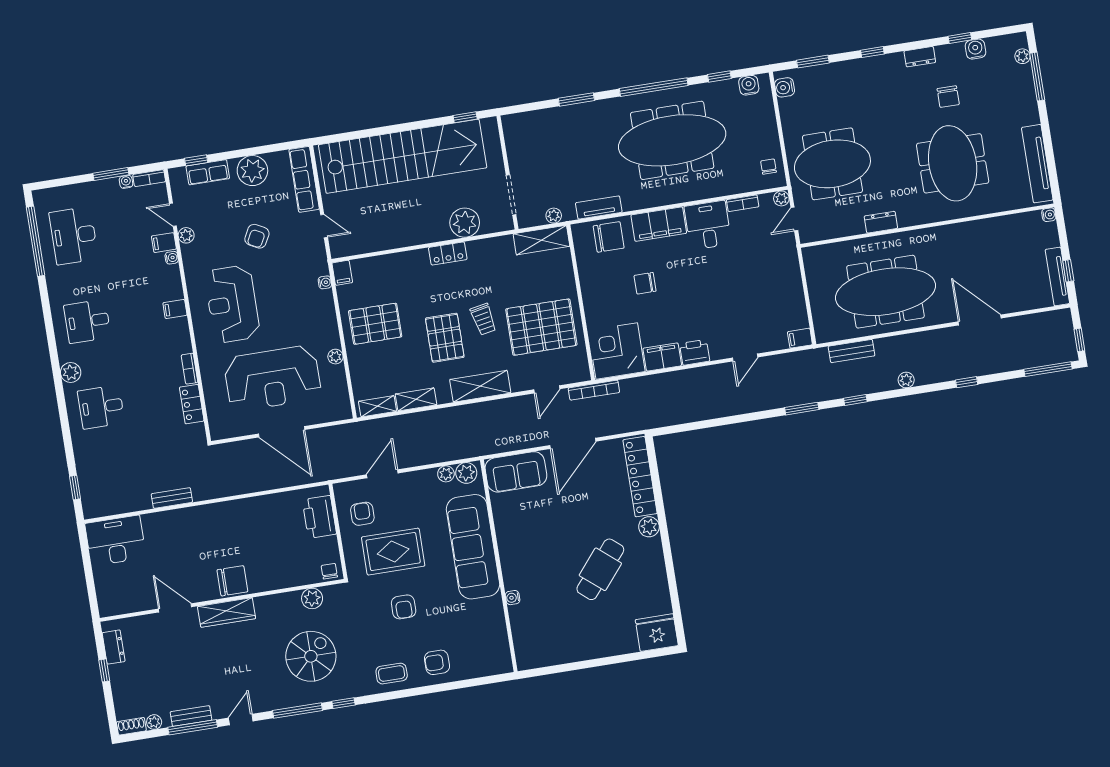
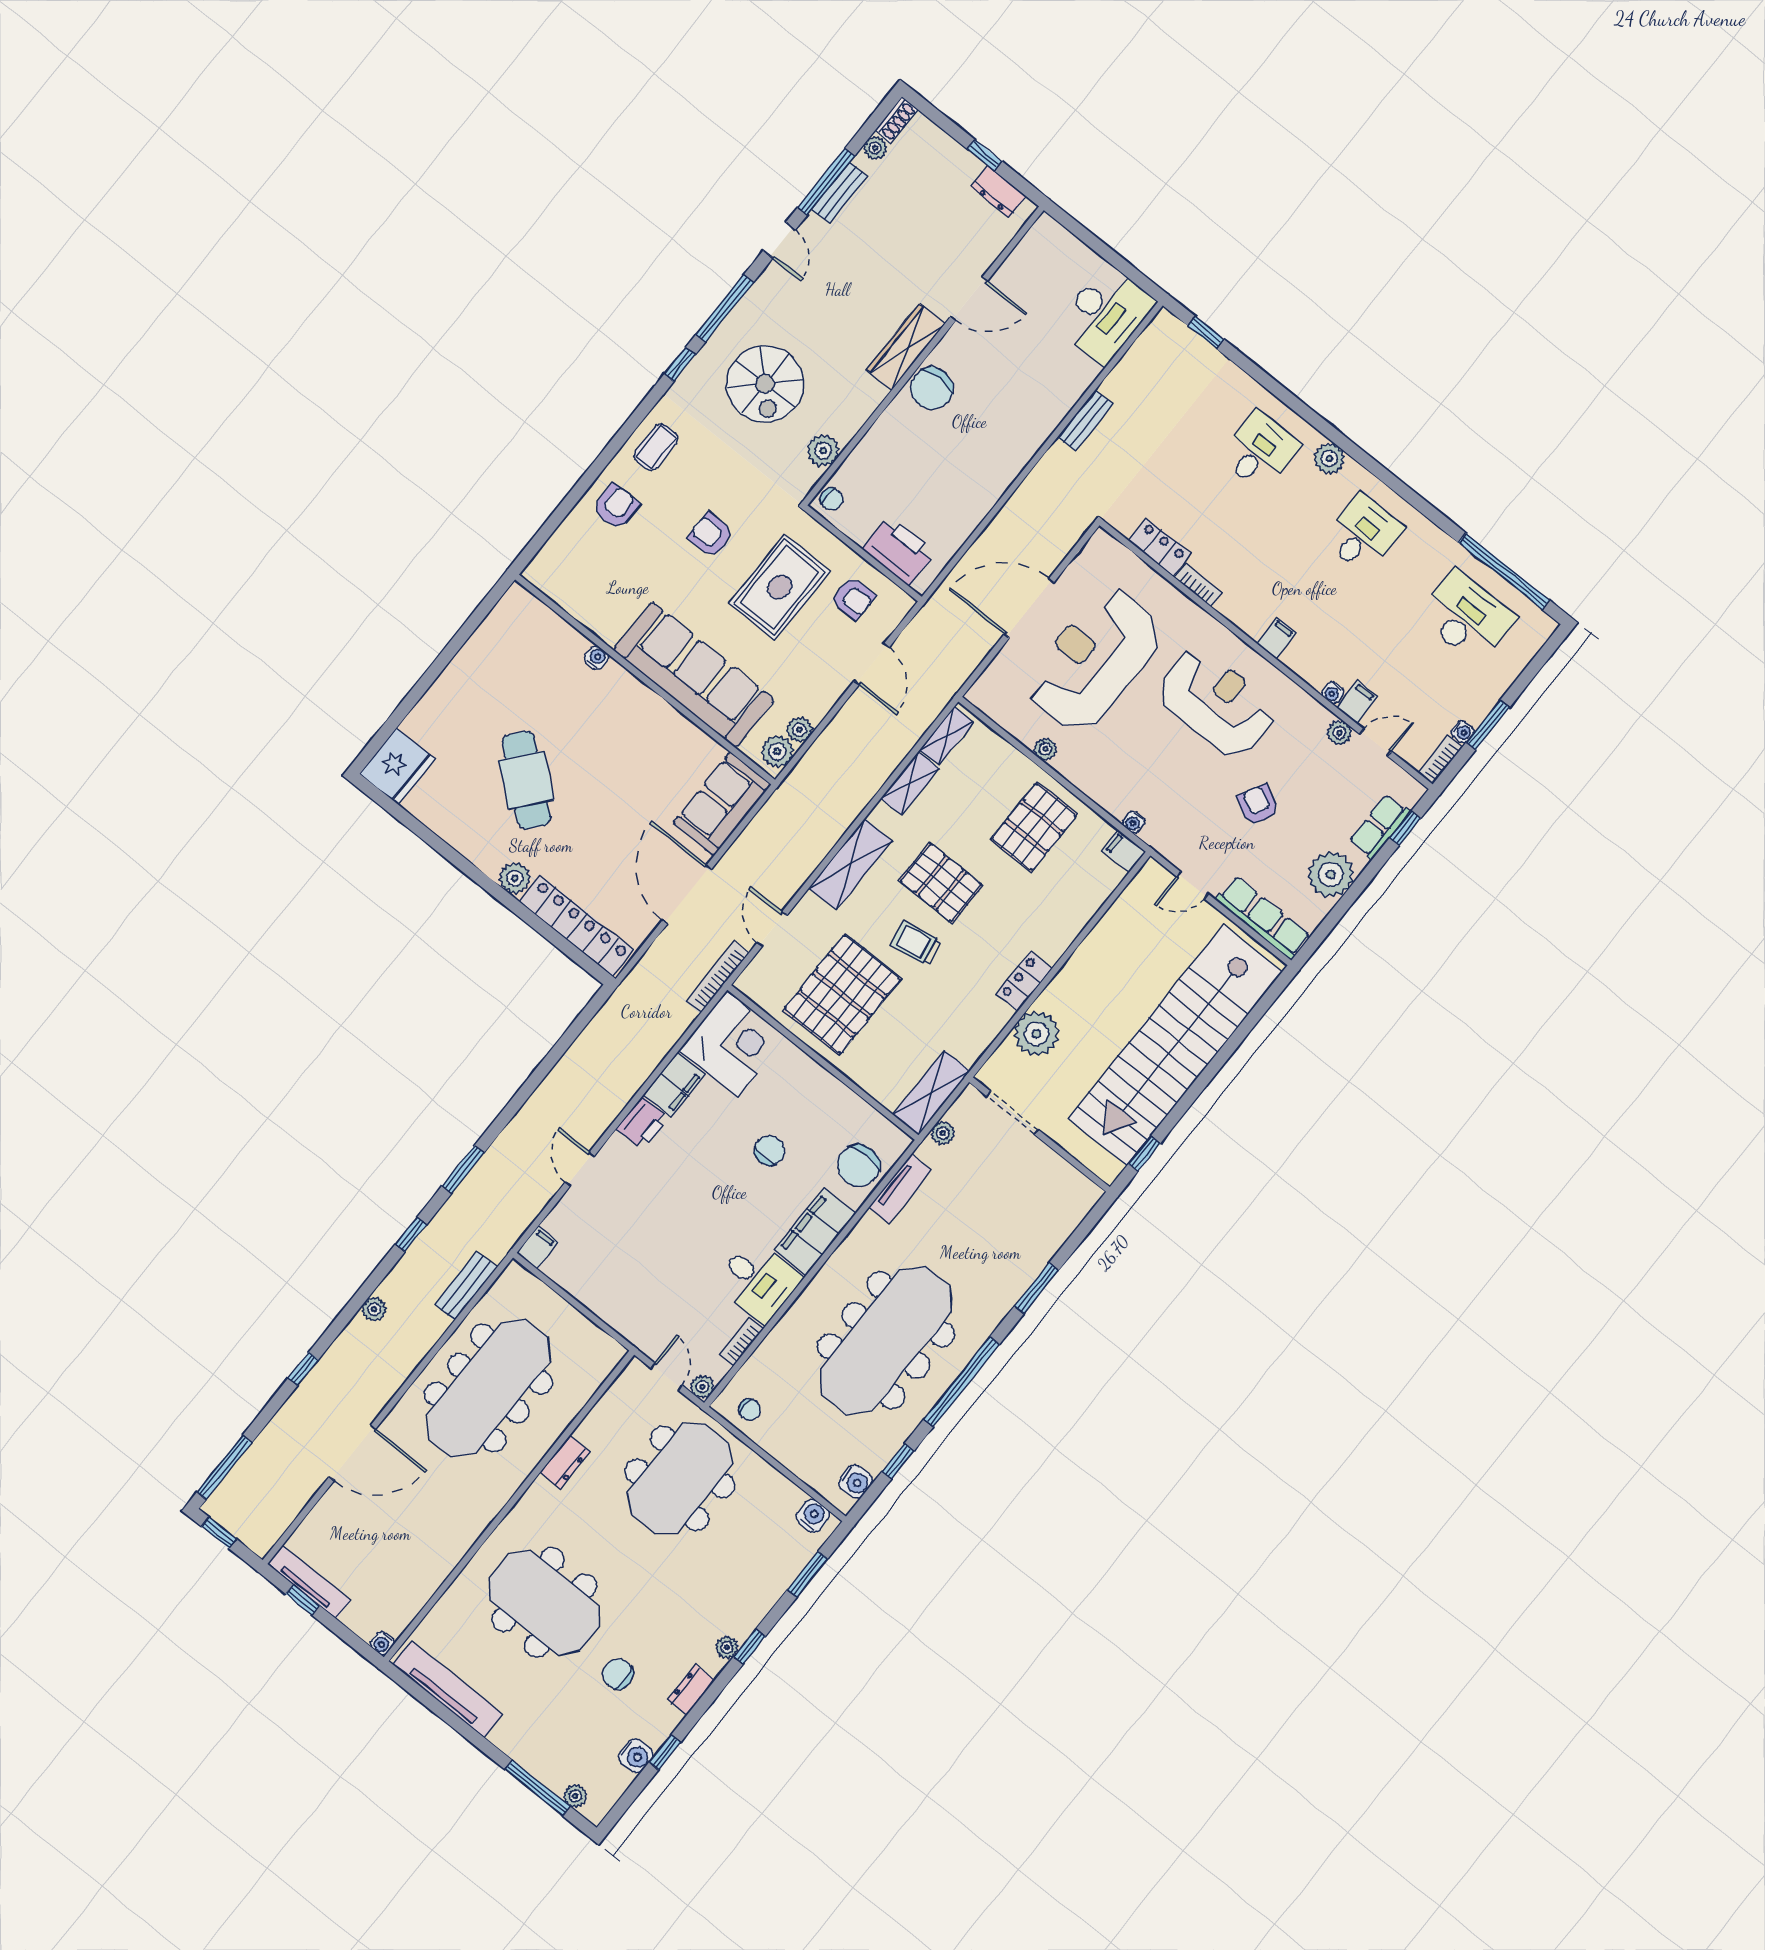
plant: (884, 61) -> (727, 1647), added

